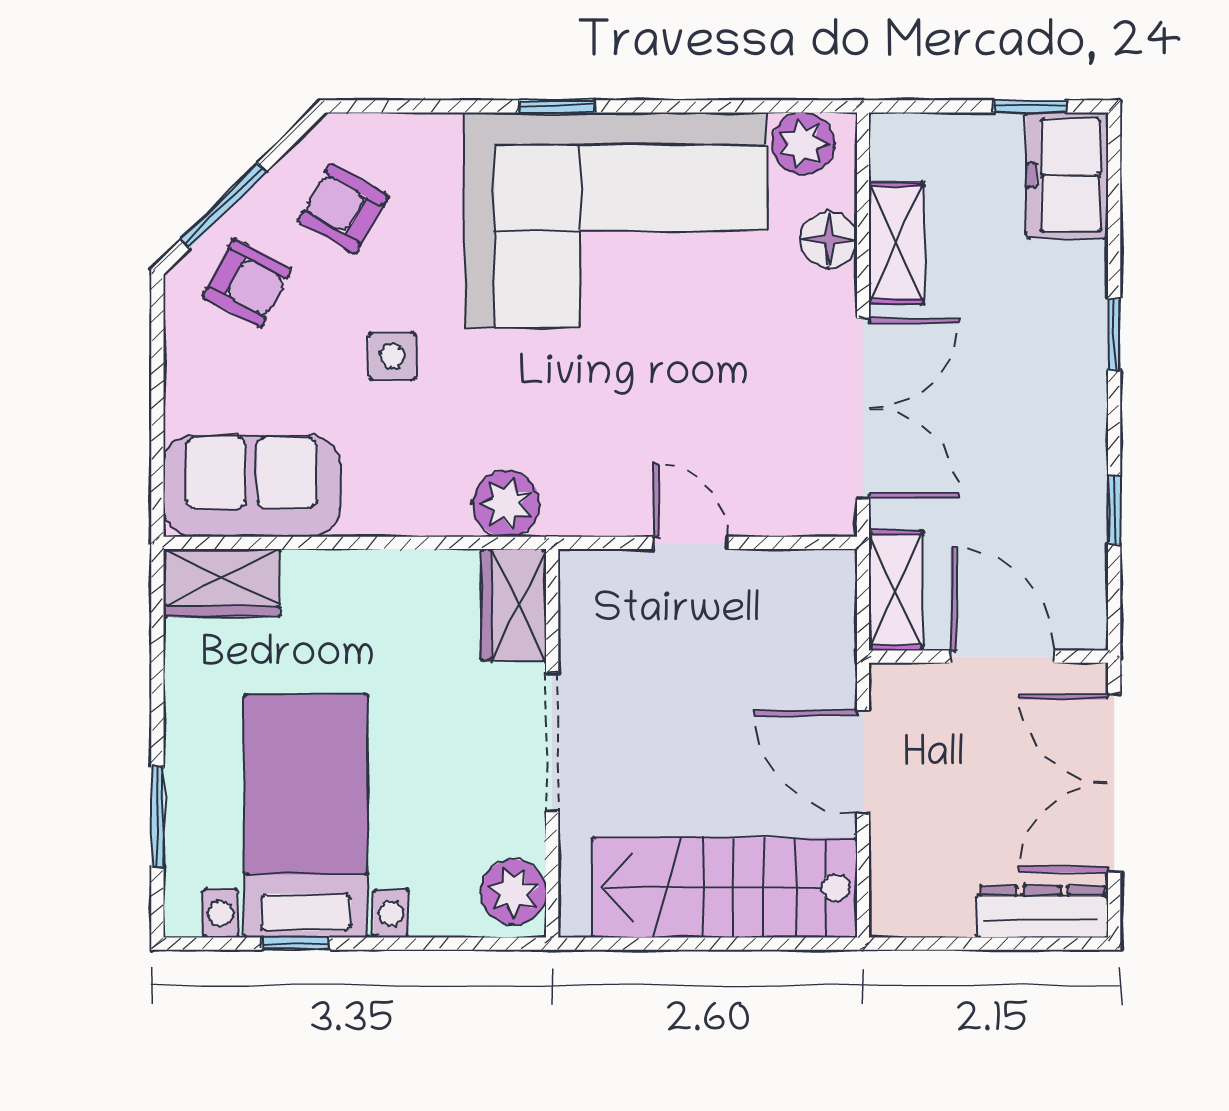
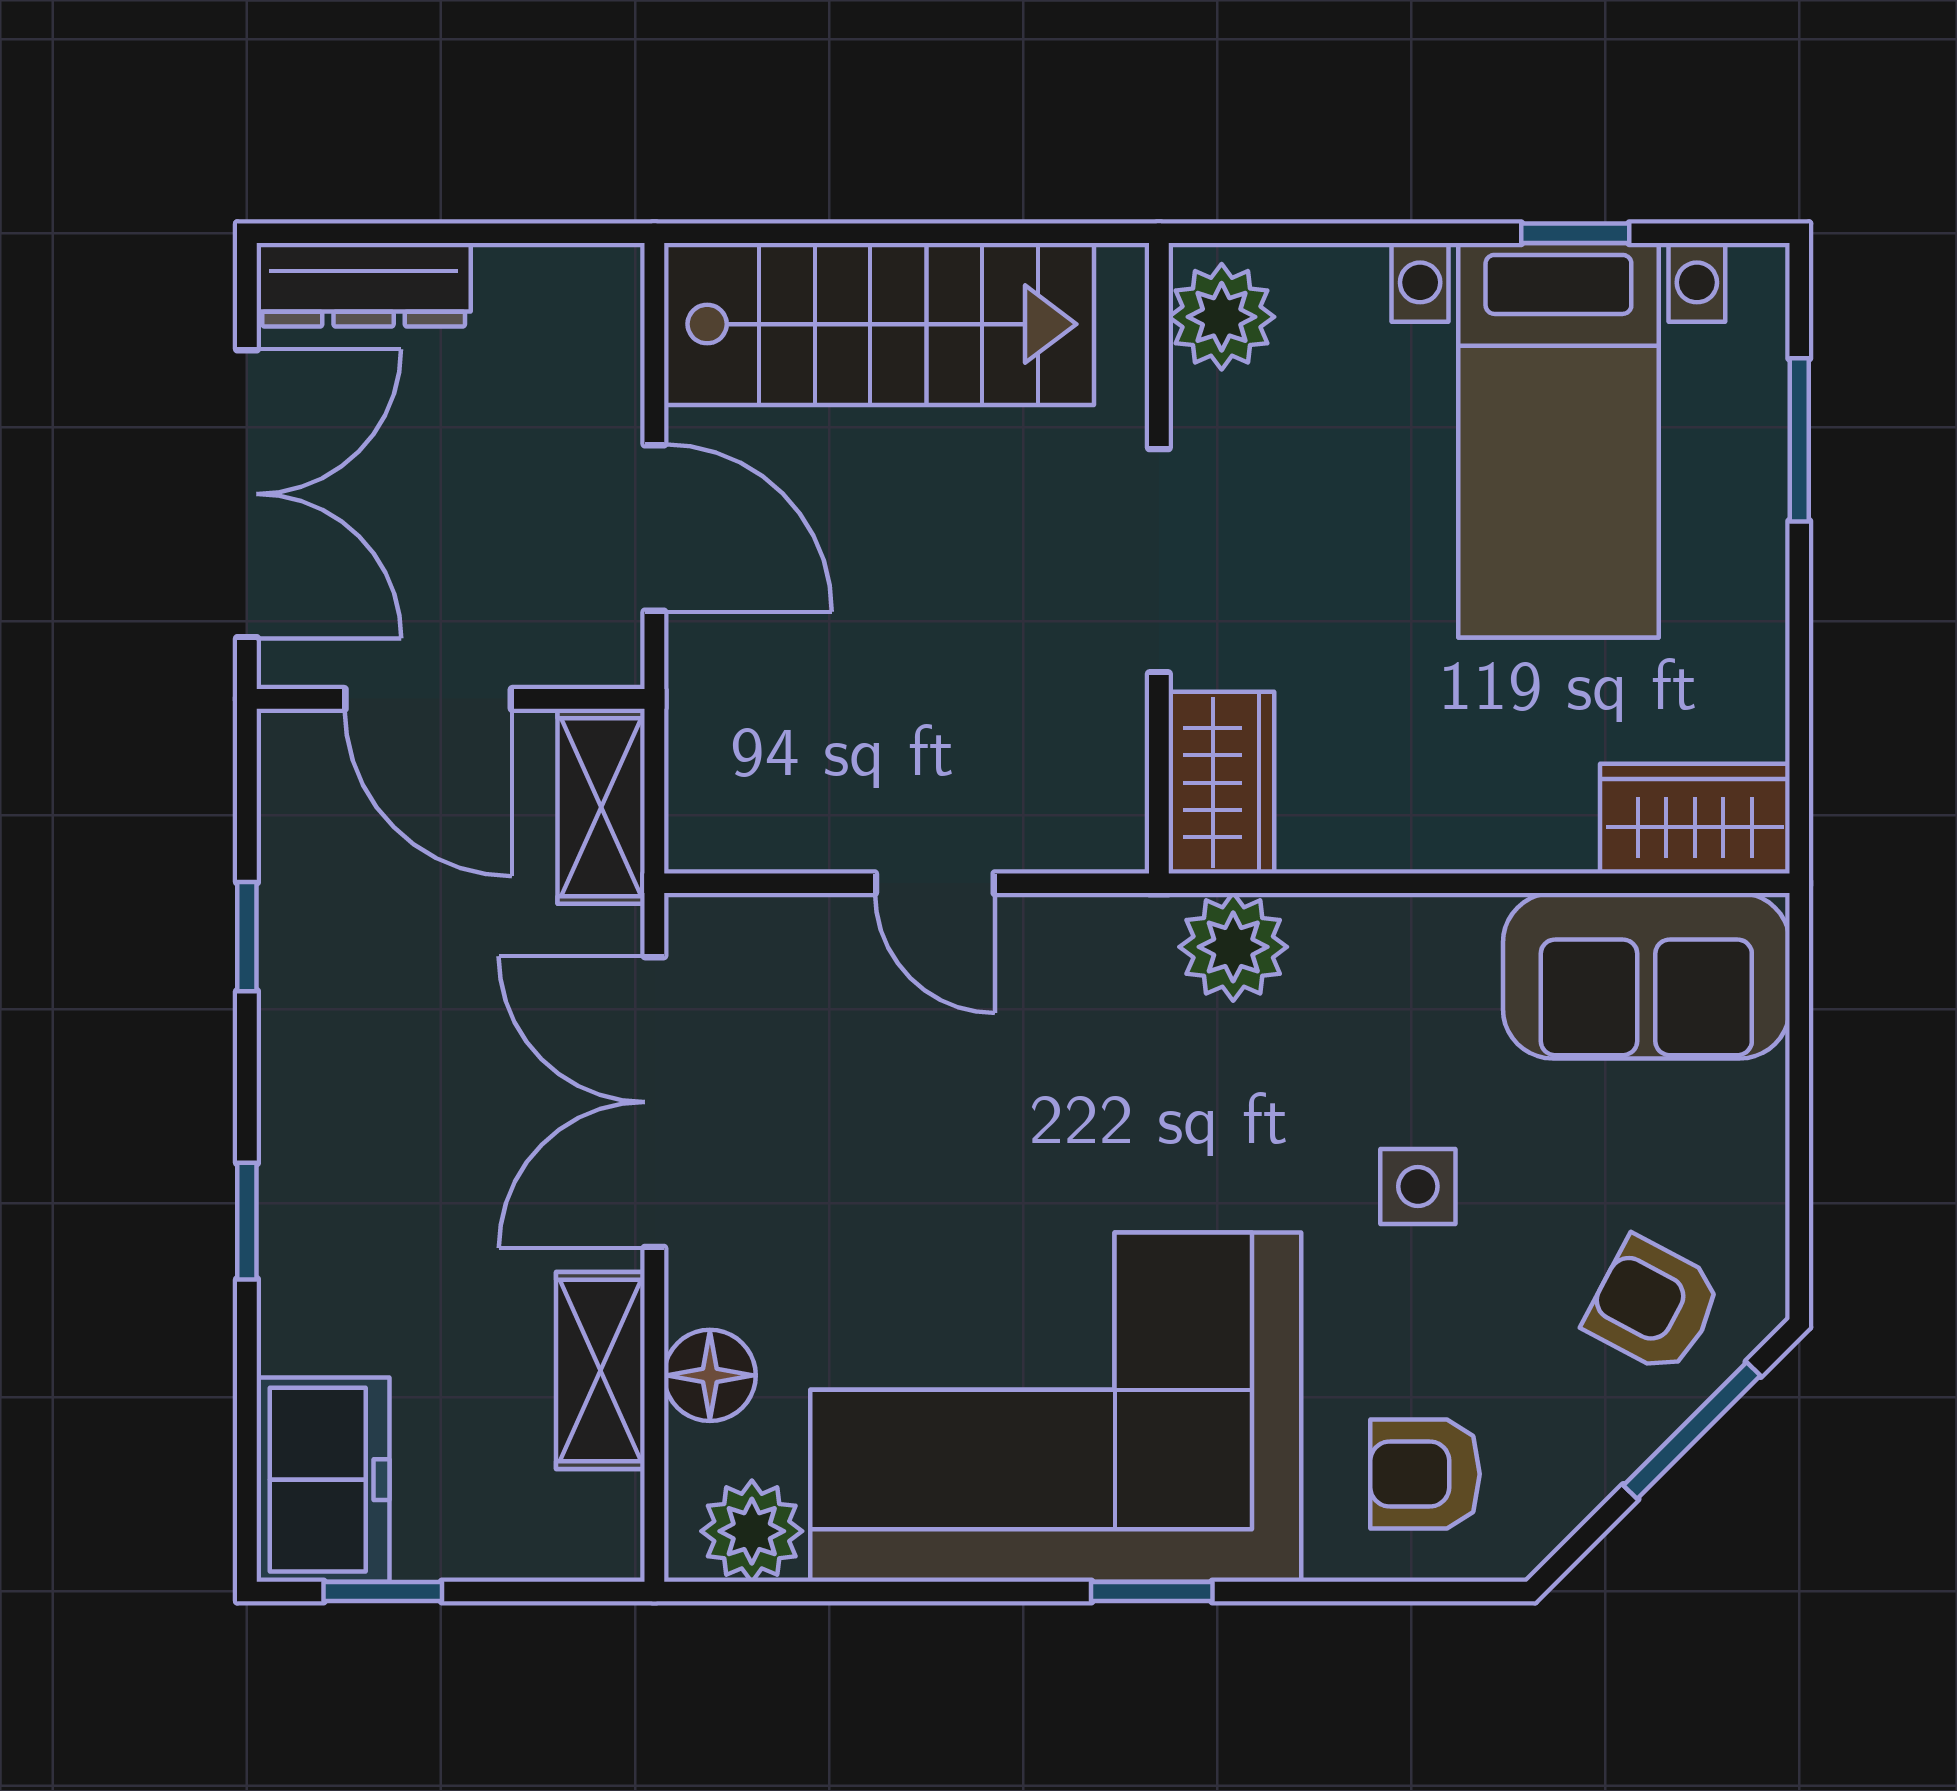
armchair: (343, 208) -> (1425, 1474), moved, turned 150

